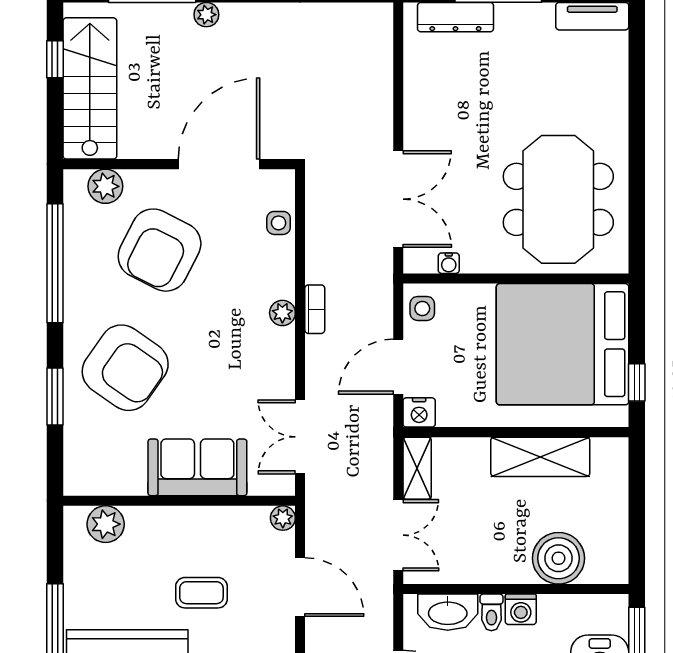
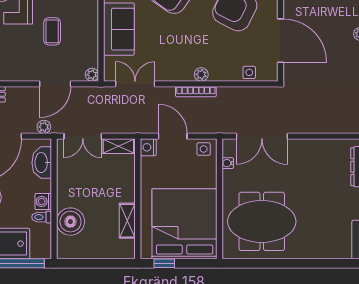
bookcase: (315, 309) -> (196, 92), width x1.56
shelving: (540, 457) -> (127, 221), width x0.67, depth x0.75
plant: (381, 608) -> (44, 127), added
toilet: (491, 612) -> (42, 217), moved

